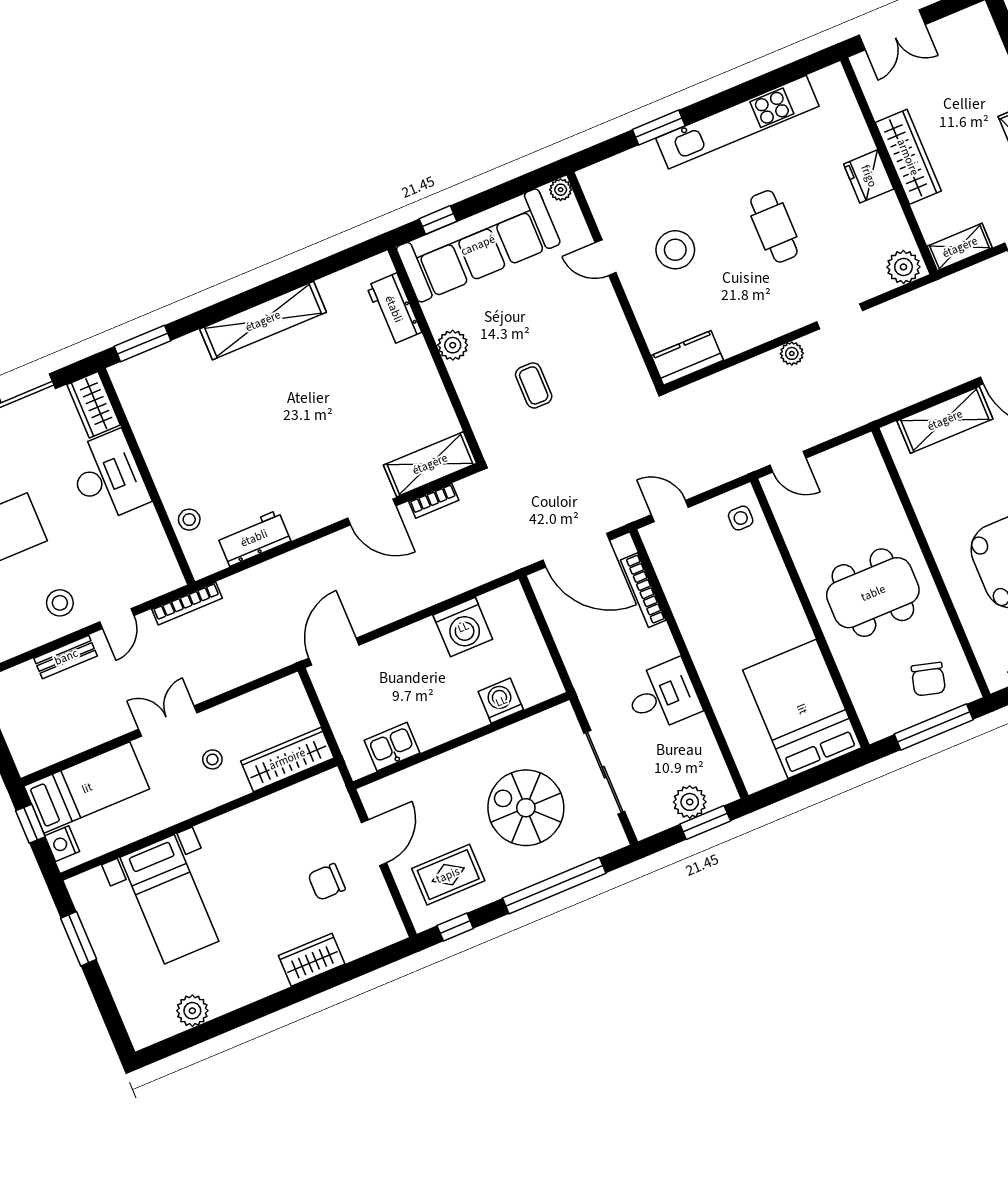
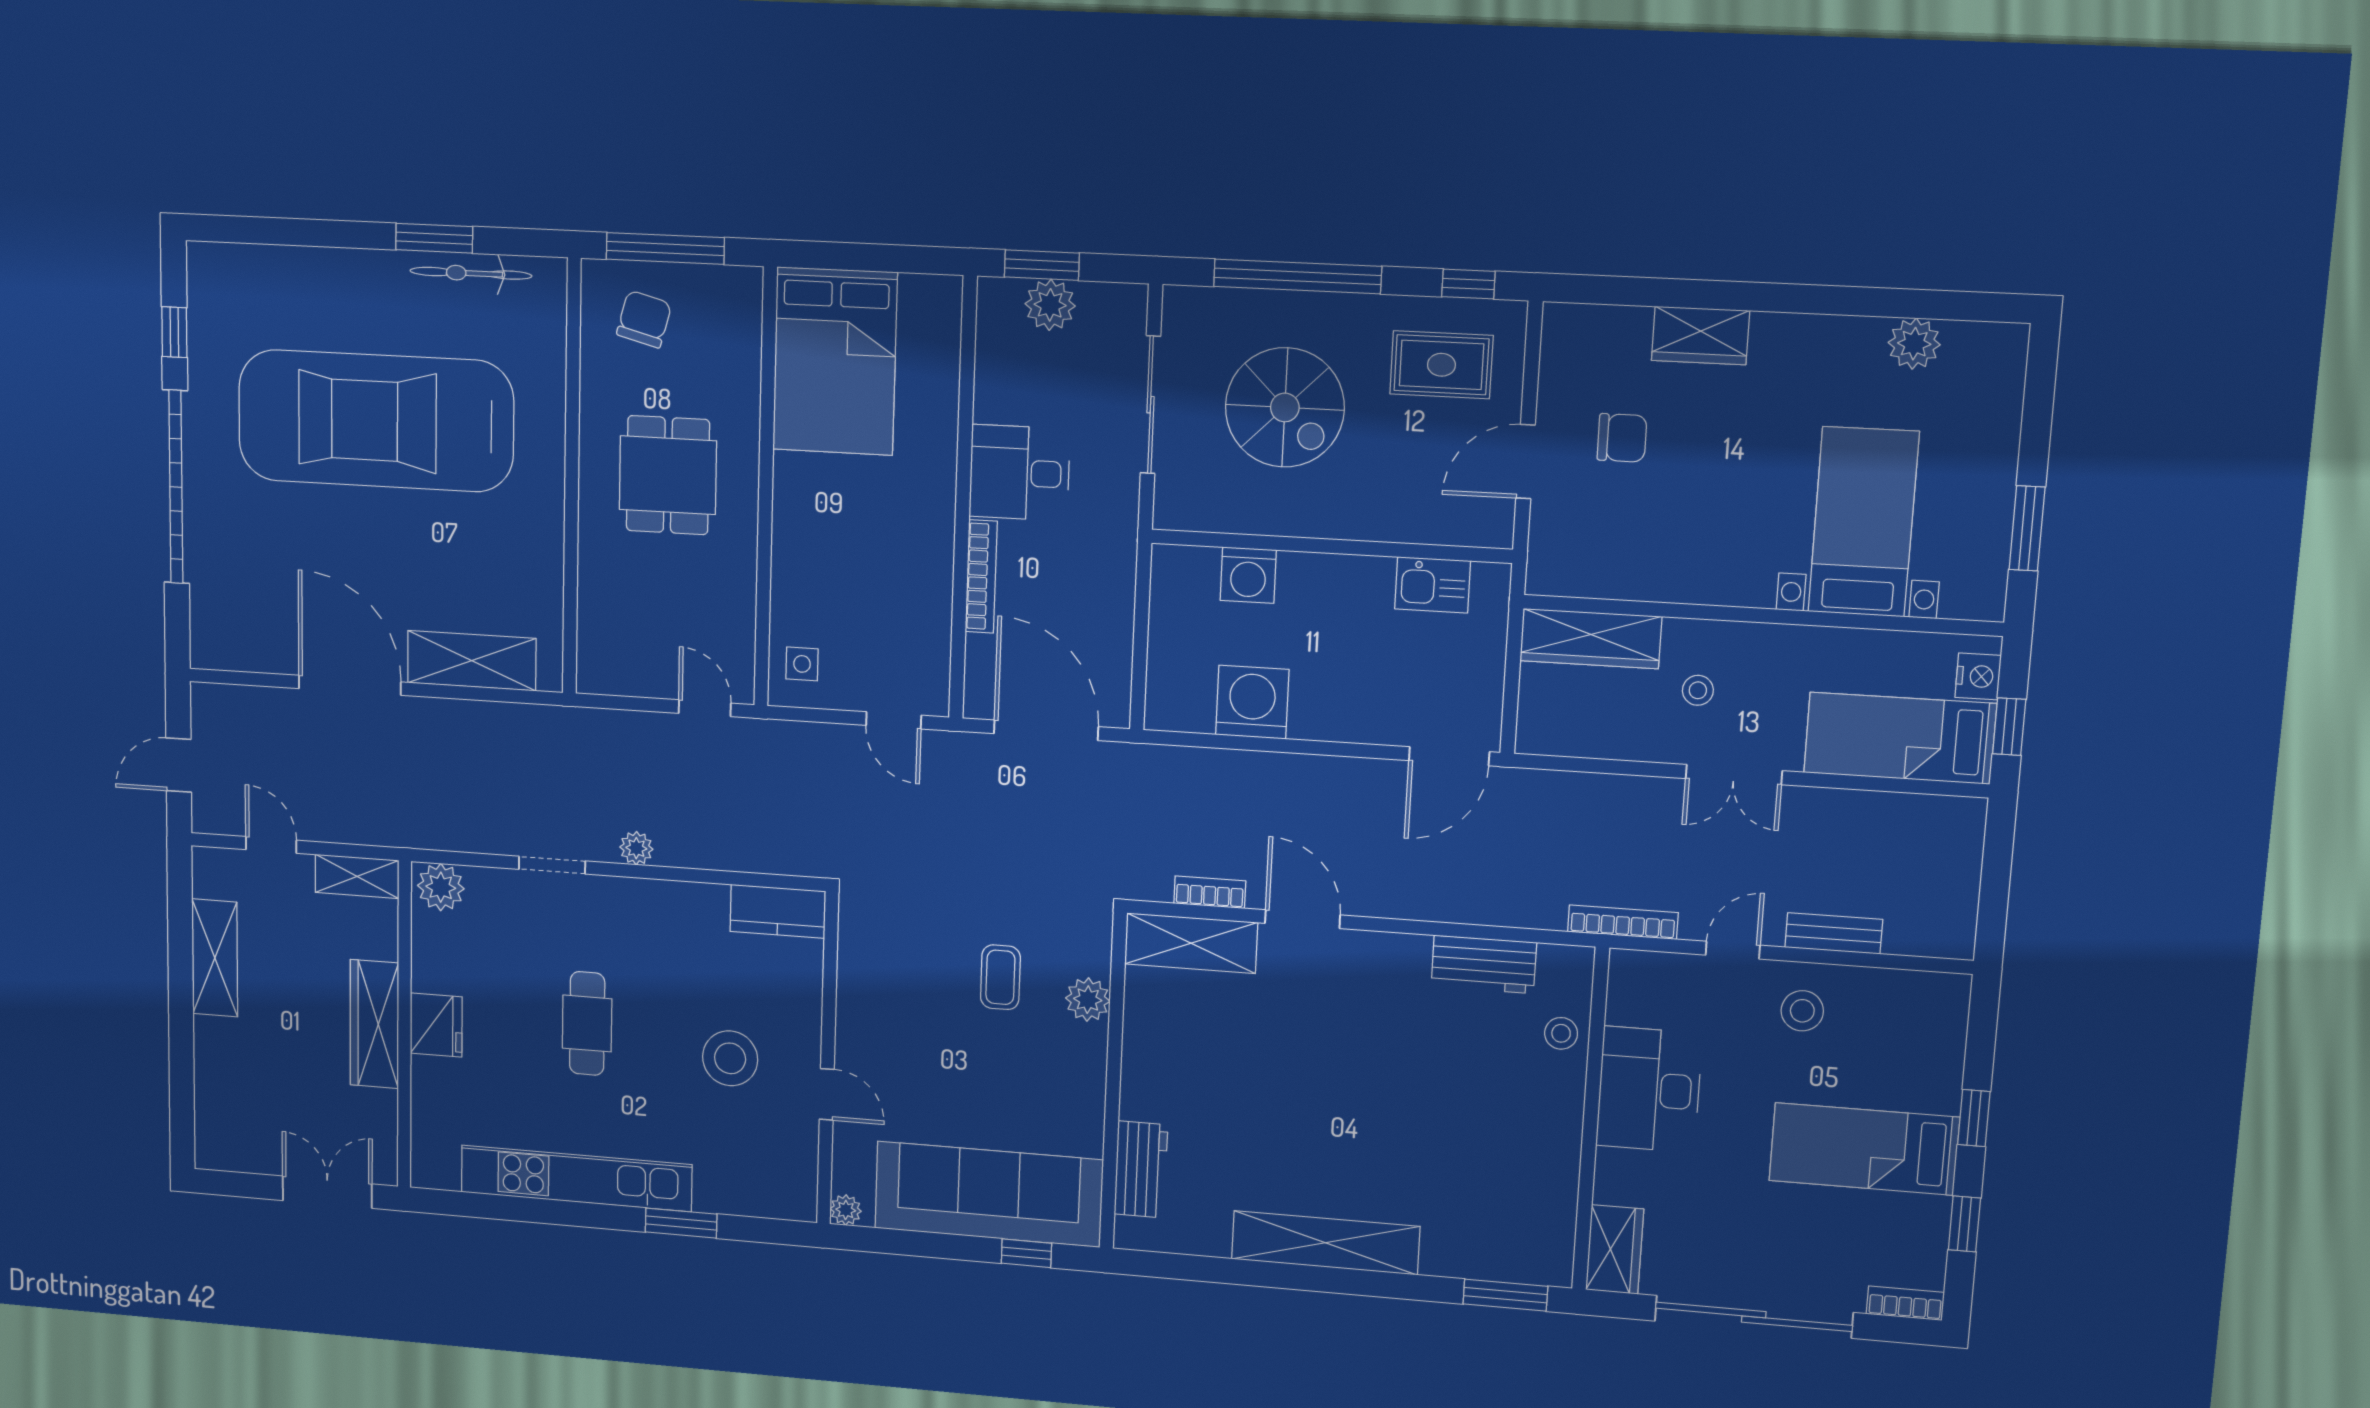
plant: (453, 345) -> (1088, 1000), moved
desk: (108, 477) -> (1649, 1089), moved
bookcase: (643, 590) -> (981, 576), moved
dining table: (873, 593) -> (668, 475), width x0.73

